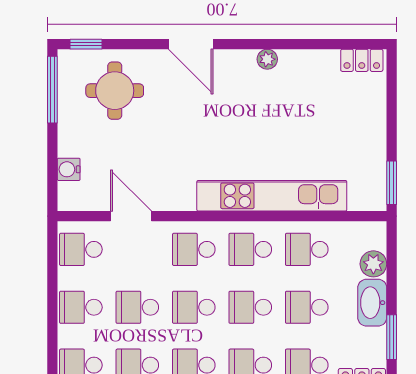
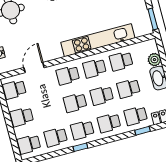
door: (131, 216) -> (34, 68), hinge flipped
school desk: (137, 307) -> (48, 110), removed

